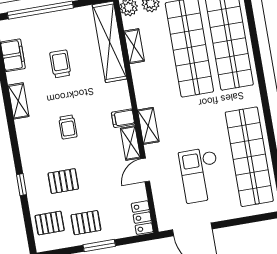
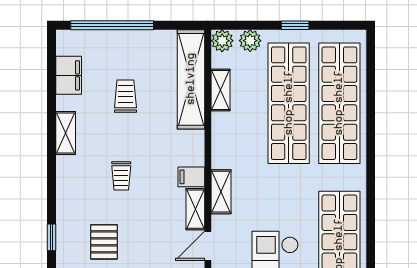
pallet: (63, 181) -> (104, 242), turned 90

